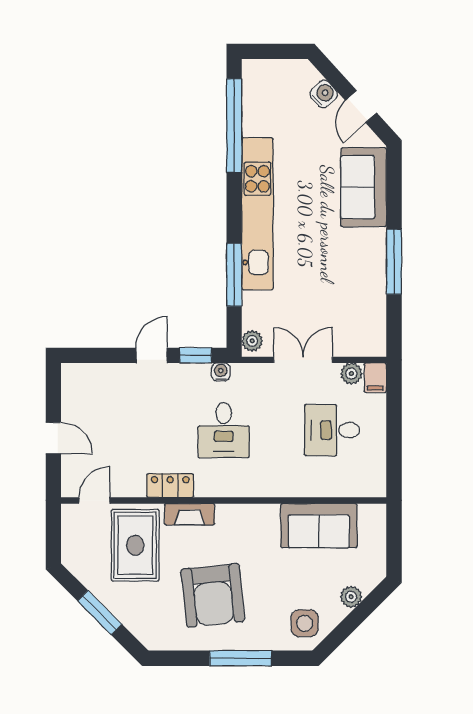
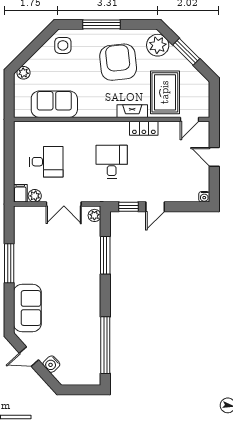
door: (361, 107) -> (29, 357), swing flipped
kitchen unit: (257, 214) -> (91, 292), removed
water cooler: (221, 372) -> (204, 197), moved
plant: (351, 597) -> (23, 73), moved
plant: (147, 624) -> (158, 45), added

